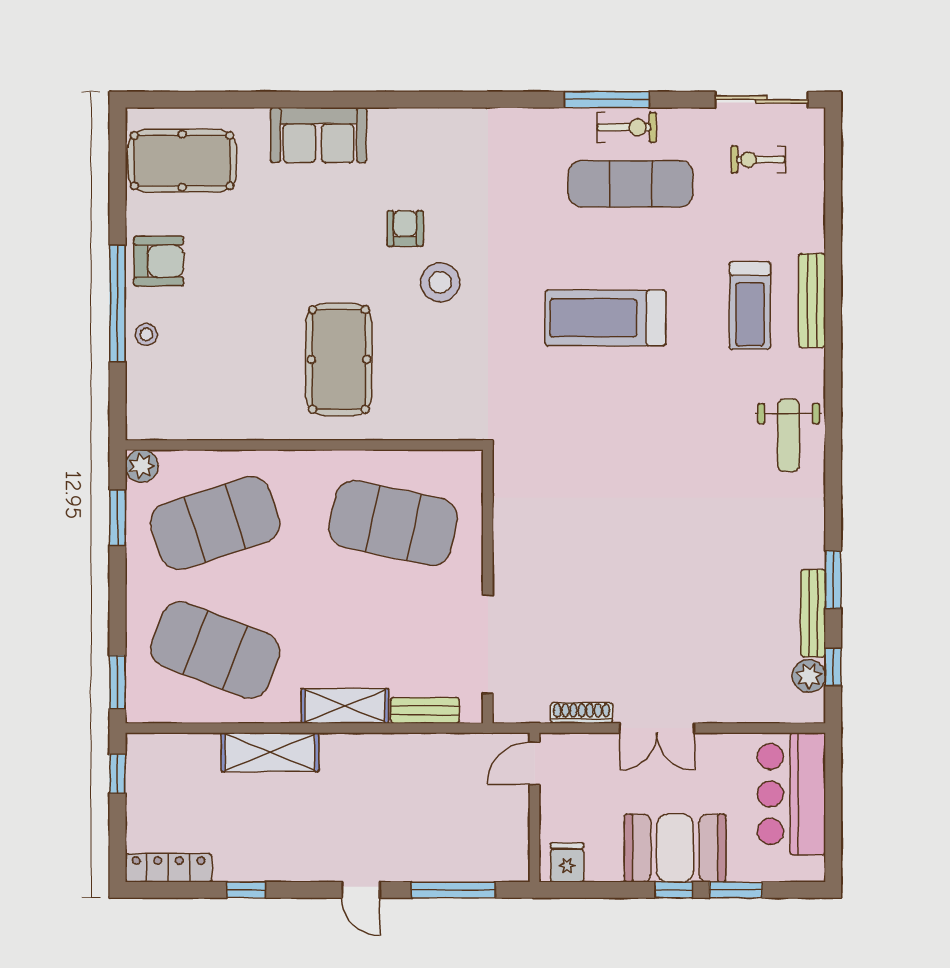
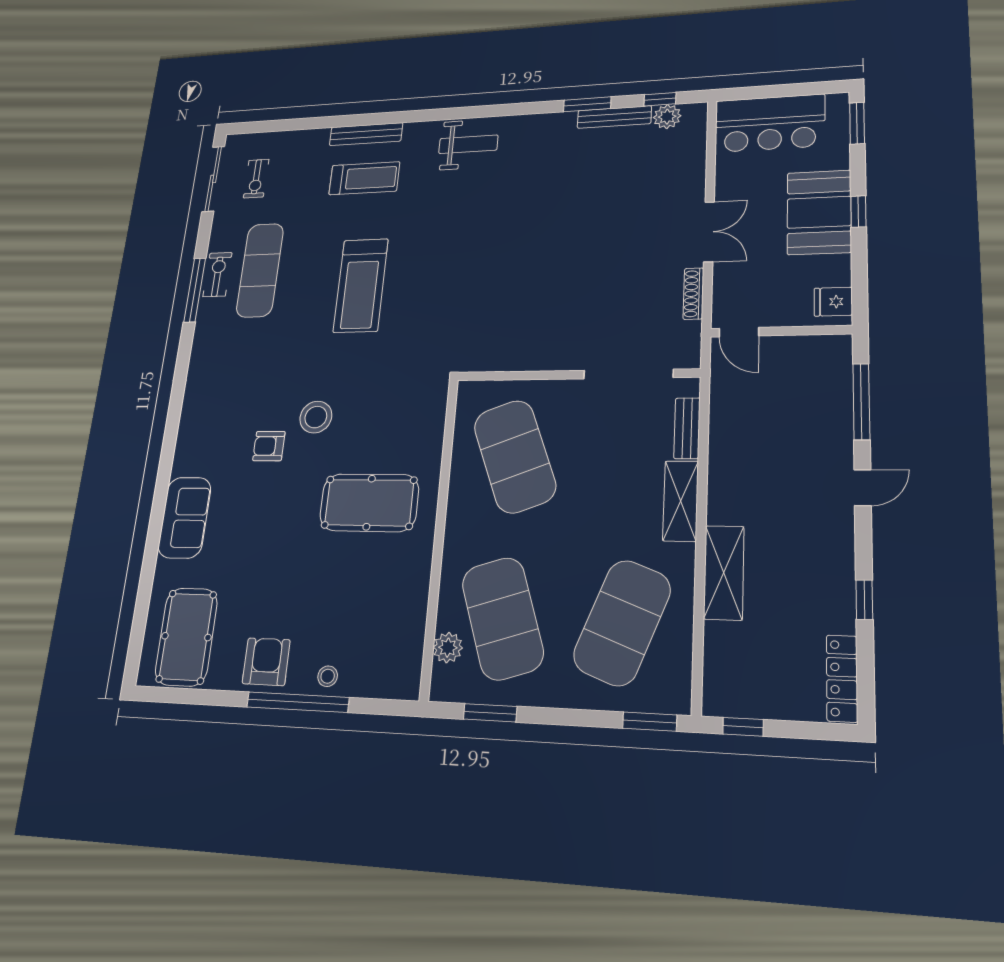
plant: (142, 466) -> (448, 648), moved
exercise mat: (393, 523) -> (515, 456), turned -33
window: (736, 890) -> (857, 123), moved

